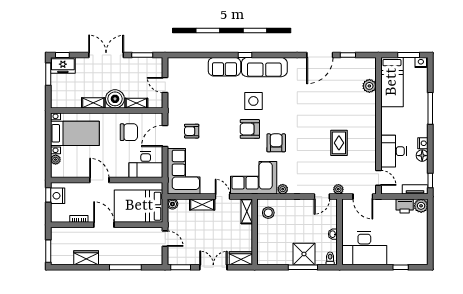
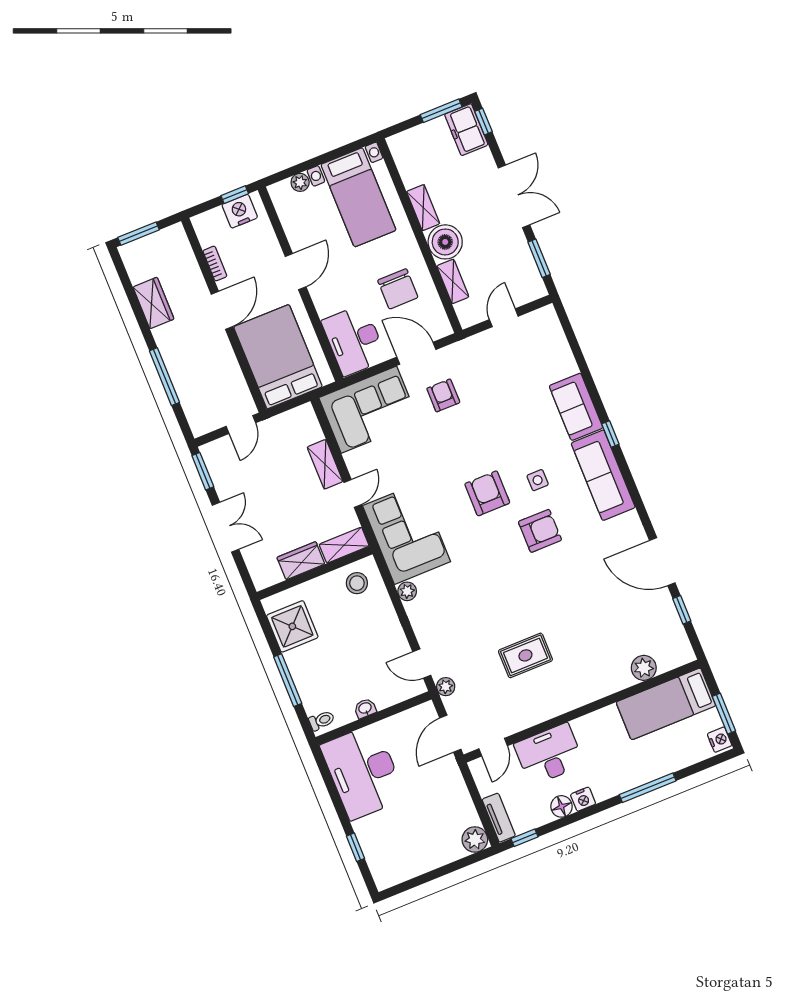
side table: (253, 101) -> (538, 480), width x0.54, depth x0.54
armchair: (276, 143) -> (540, 531), moved
boiler: (172, 204) -> (305, 413), removed
printer: (405, 206) -> (463, 812), removed
shower: (304, 254) -> (292, 626), moved
wardrobe: (241, 258) -> (301, 561), moved, turned -90

